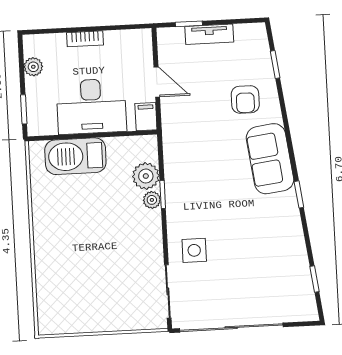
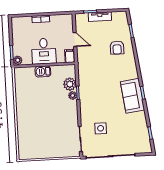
plant: (33, 67) -> (18, 60), moved
desk: (91, 106) -> (44, 51), width x0.73
barbecue: (75, 156) -> (43, 72), width x0.53, depth x0.65
sofa: (270, 159) -> (133, 96), moved
side table: (194, 250) -> (101, 128), moved

